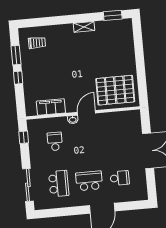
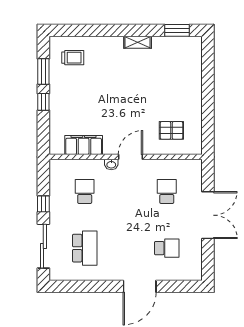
pallet: (115, 90) -> (171, 130), width x0.49, depth x0.50
window: (24, 137) -> (43, 204), moved
school desk: (89, 181) -> (167, 191), moved, width x0.54

